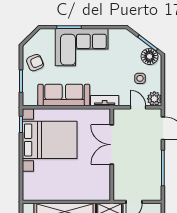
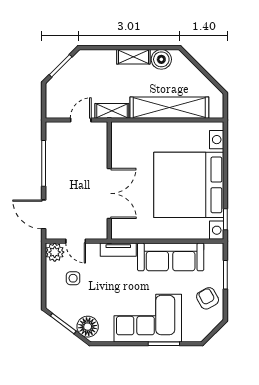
floor lamp: (150, 56) -> (88, 327), moved
armchair: (35, 63) -> (208, 298), turned 83
bed with nightstands: (50, 140) -> (189, 185), width x1.36

